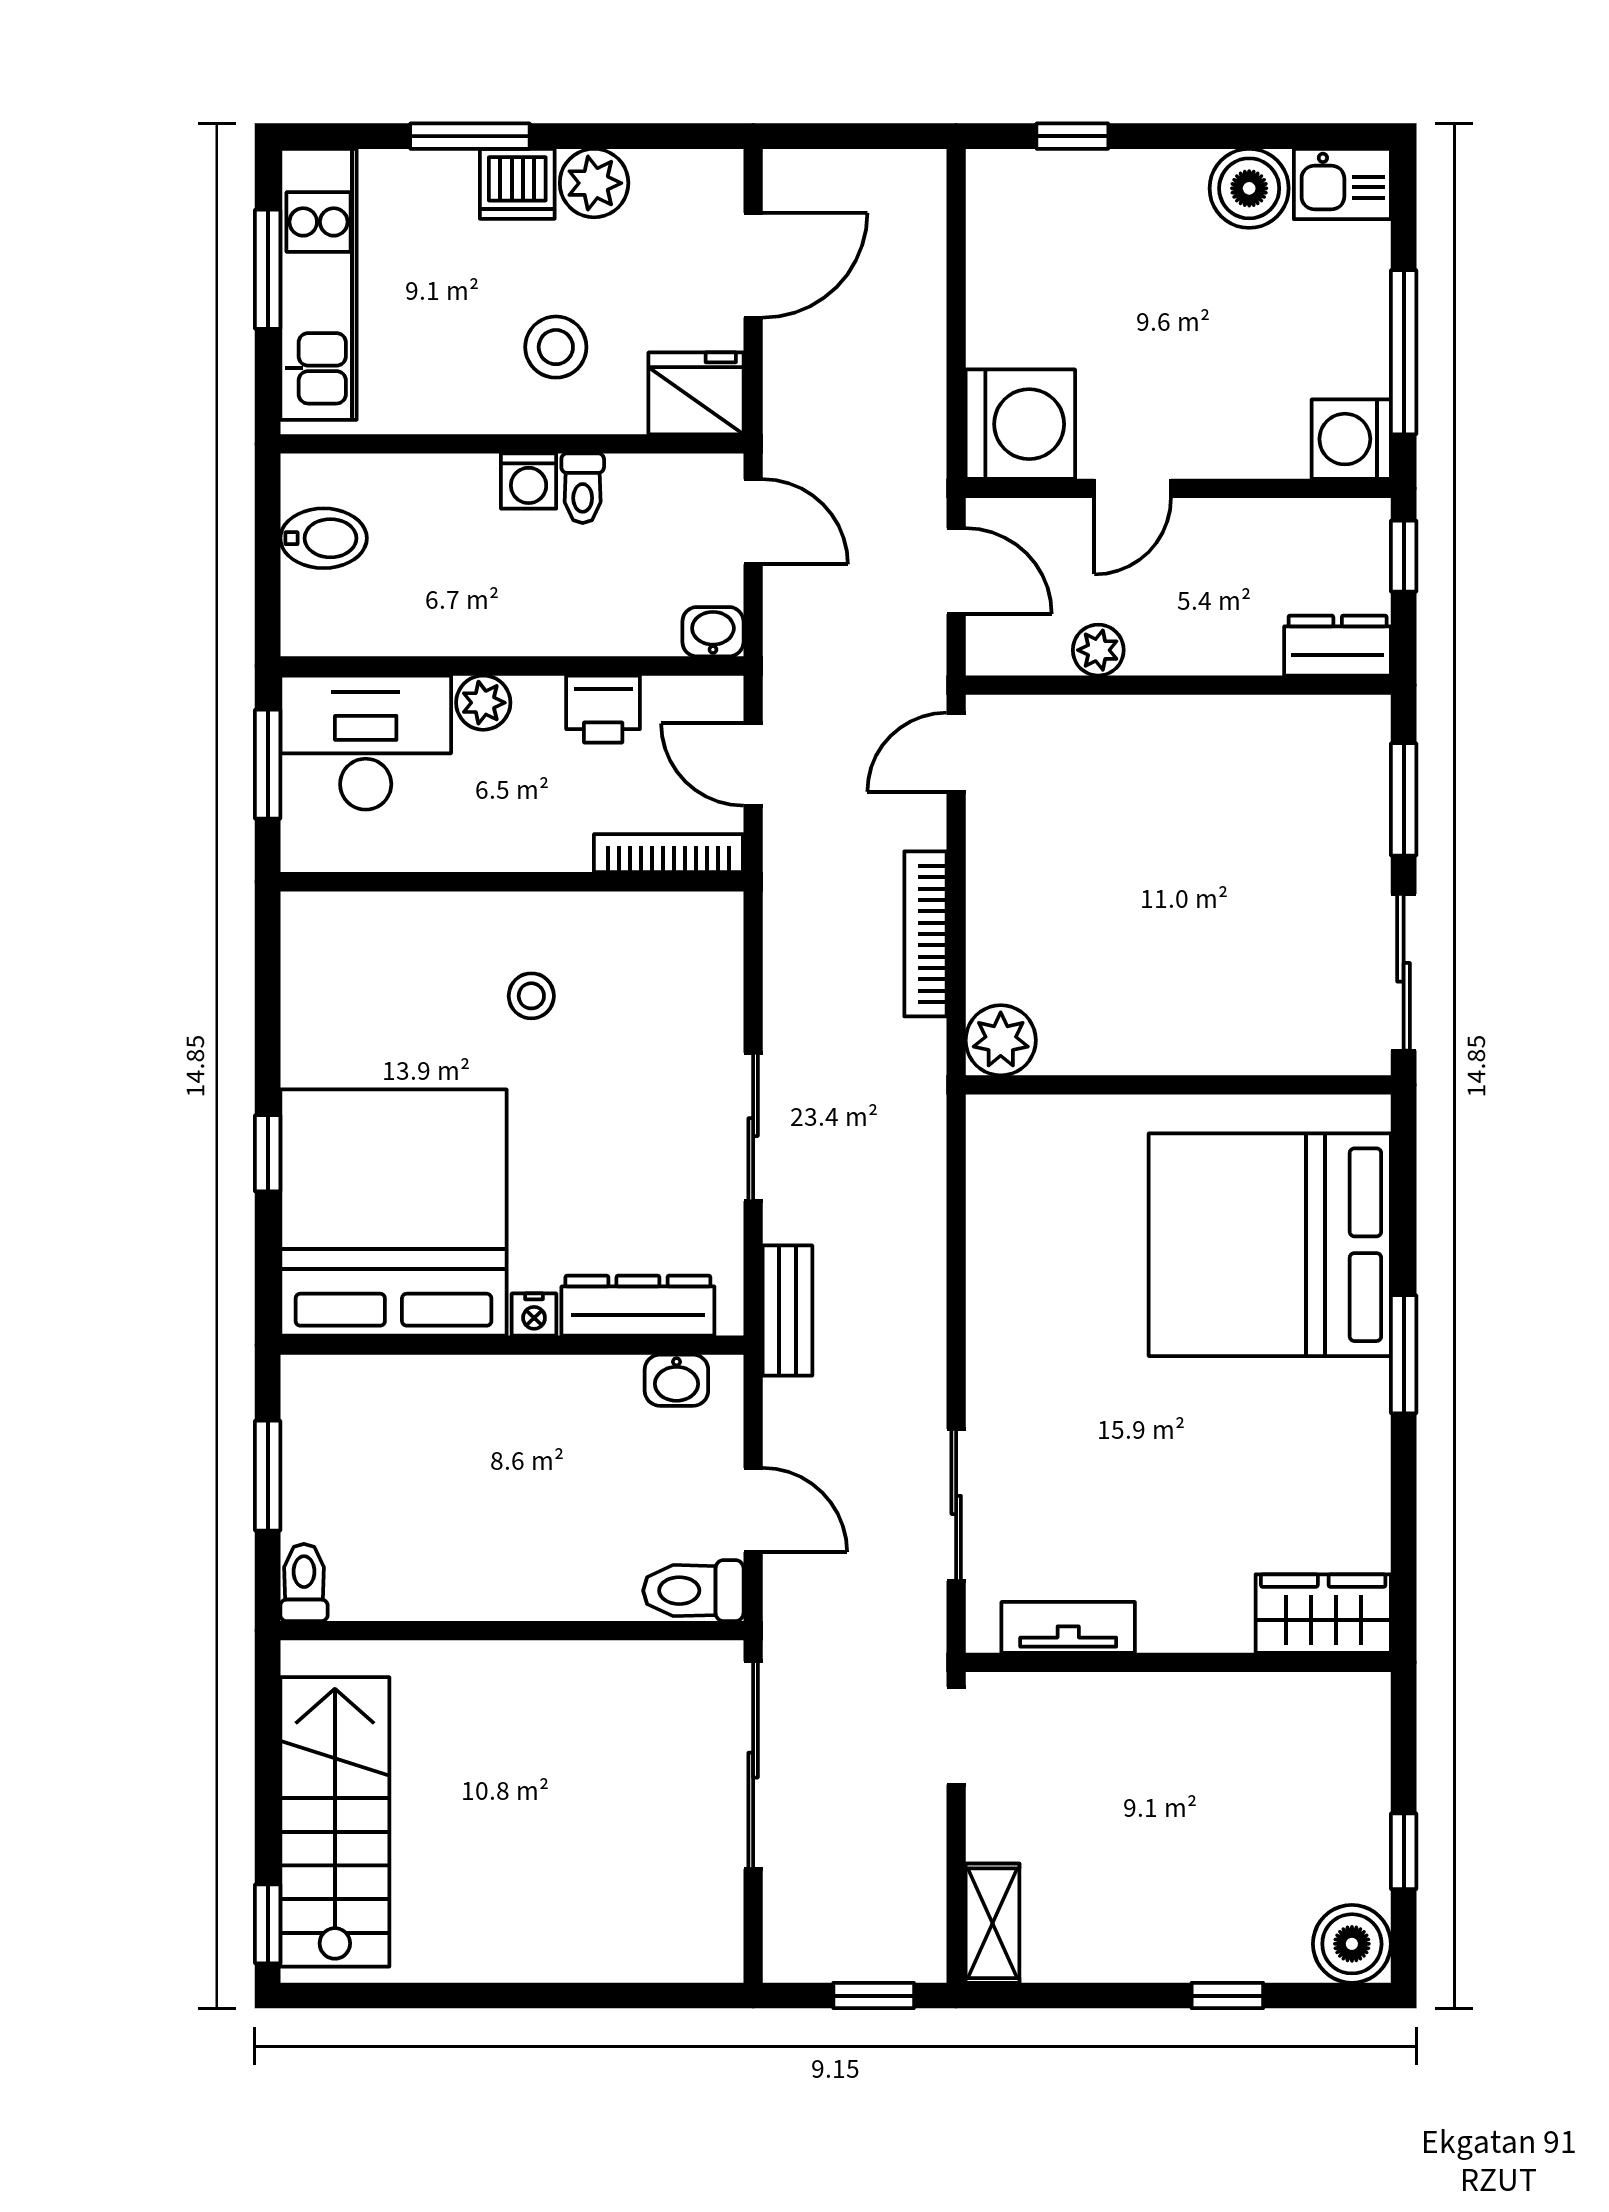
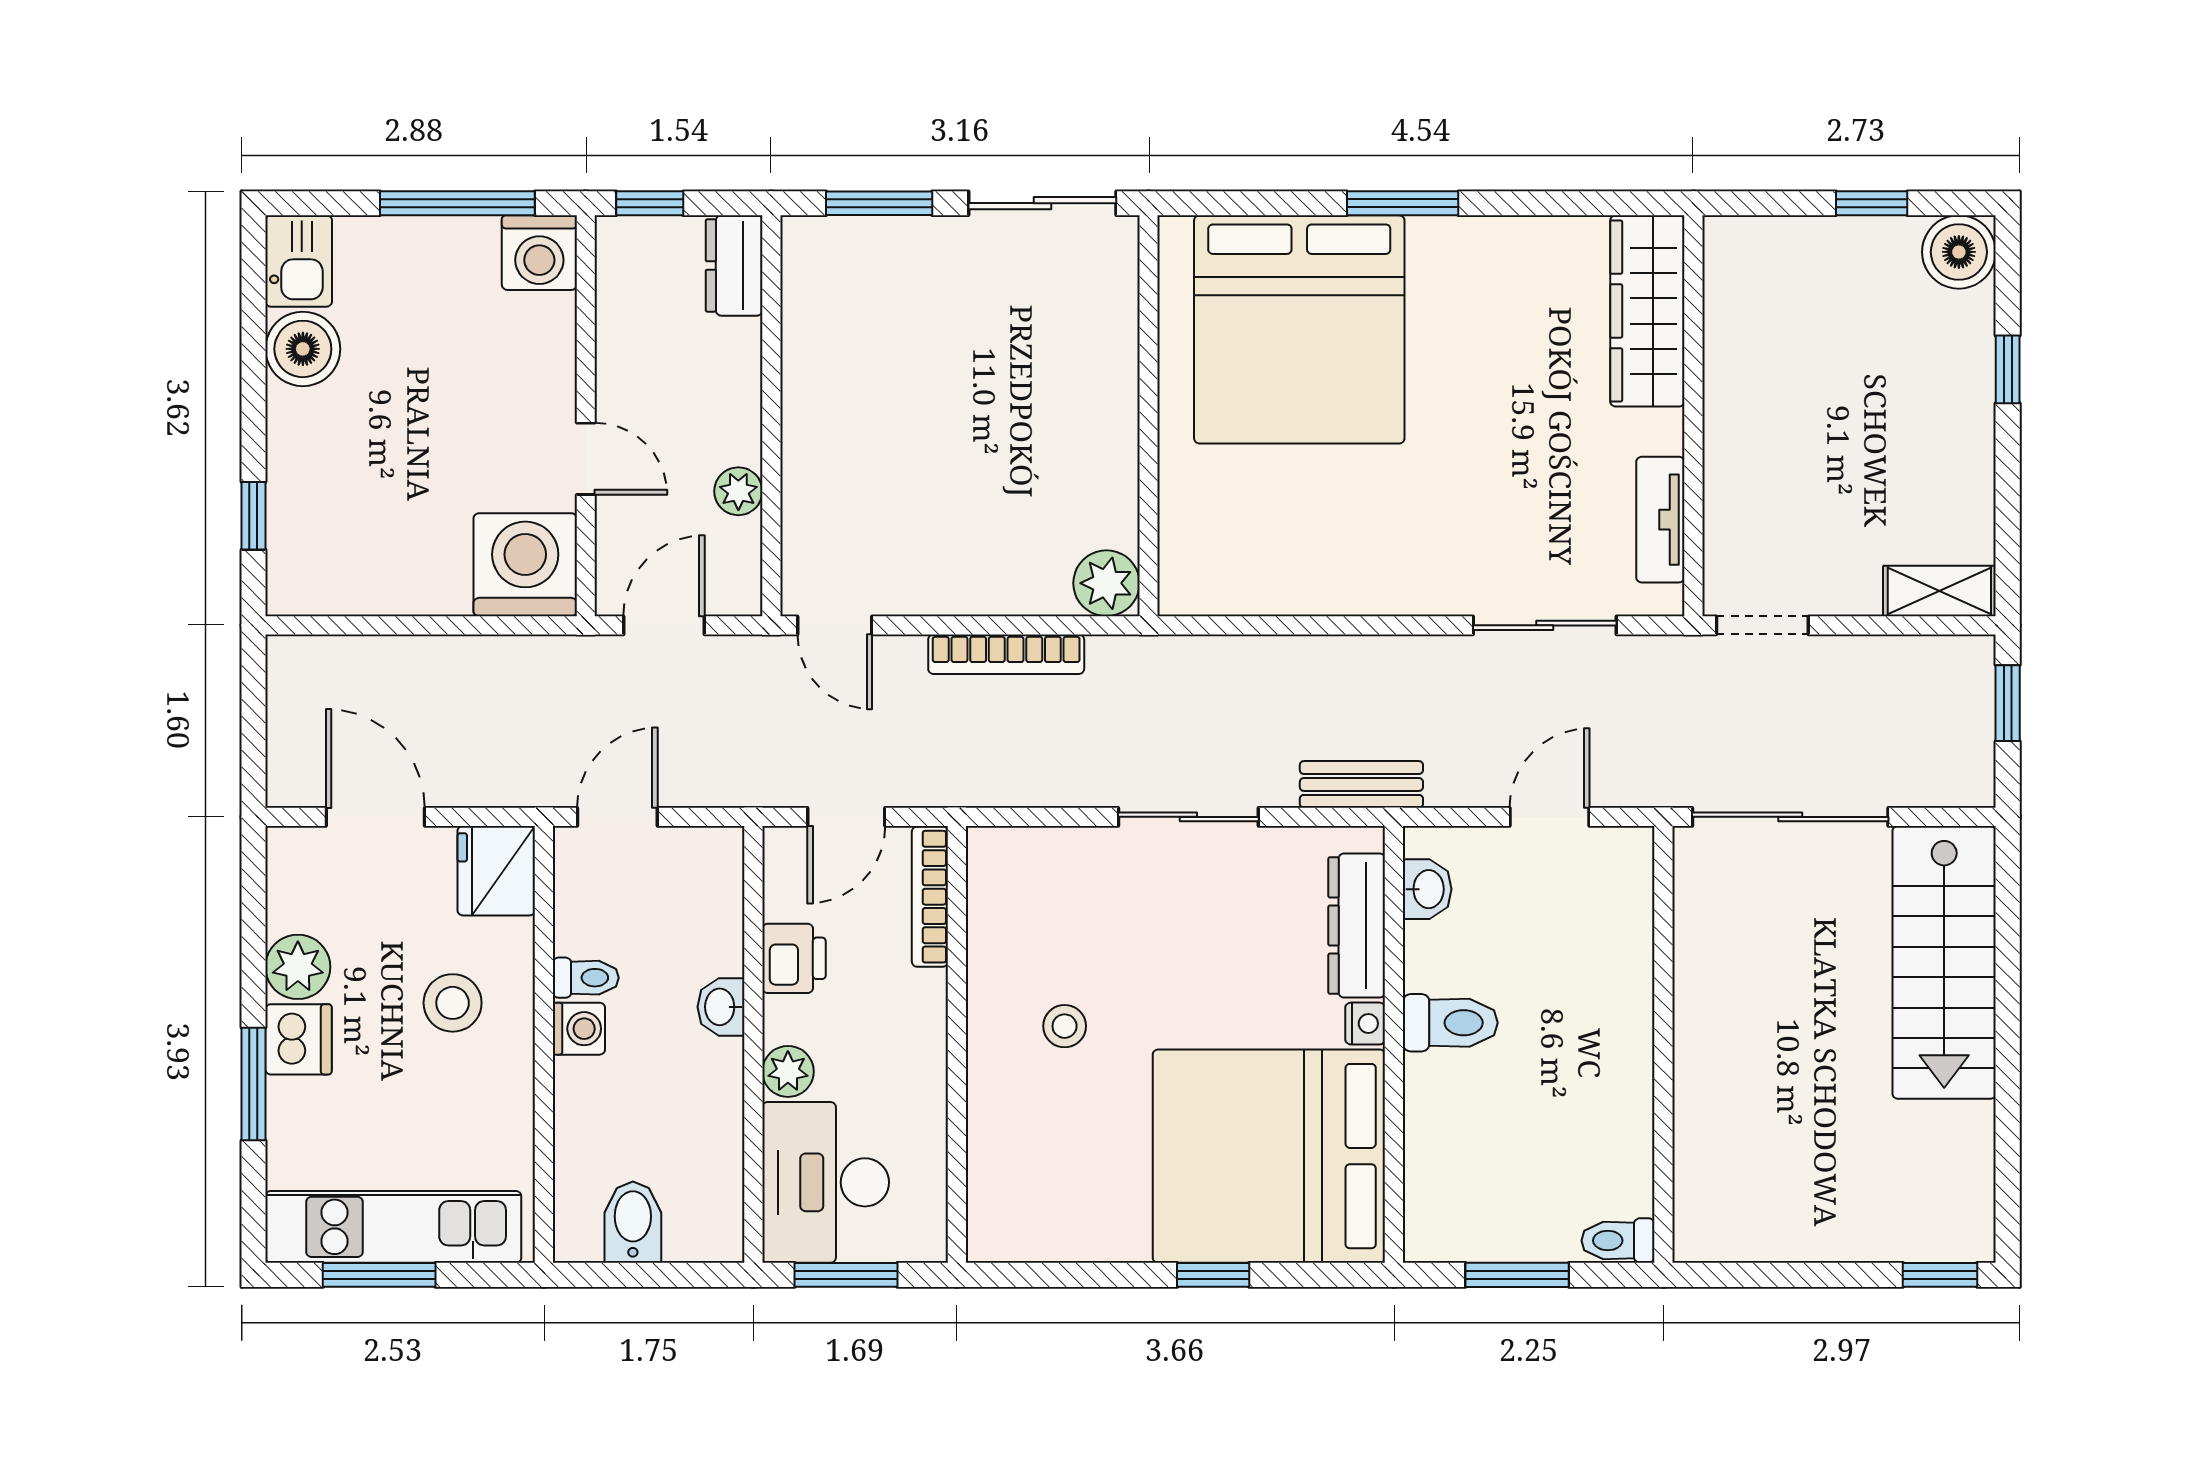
washbasin: (713, 632) -> (721, 1007), moved
toilet: (693, 1591) -> (1450, 1023), moved, turned -90
wardrobe: (1323, 1614) -> (1647, 311), width x1.50
stairs: (335, 1822) -> (1944, 962), moved, turned -90

